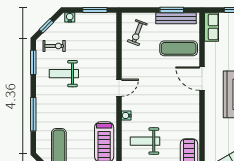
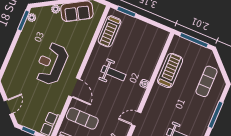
door: (119, 88) -> (136, 119), moved
weight bench: (145, 141) -> (114, 73), moved

